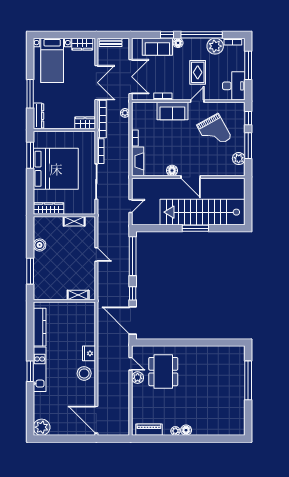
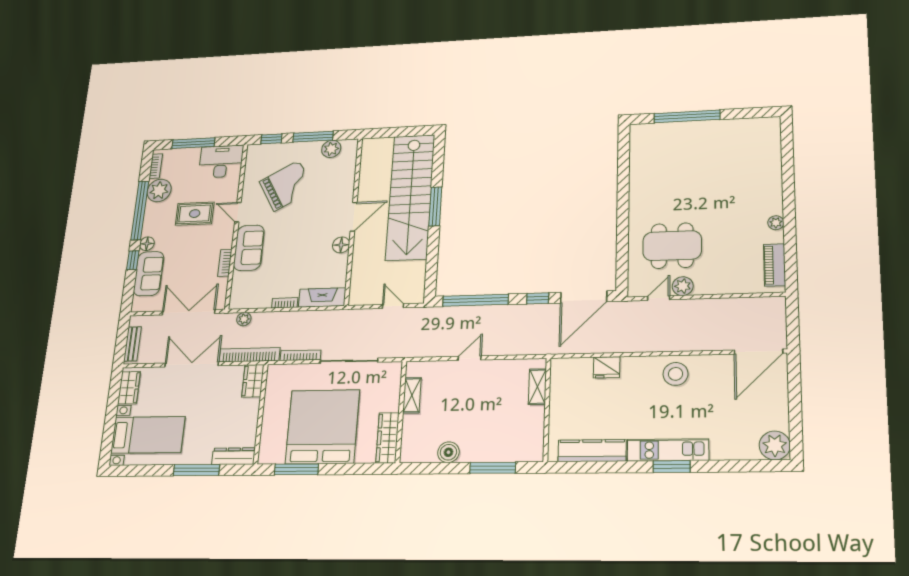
fridge: (89, 353) -> (607, 367), moved
floor lamp: (186, 430) -> (774, 206), removed

